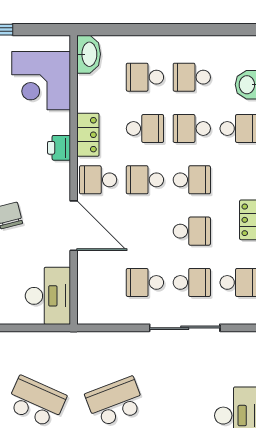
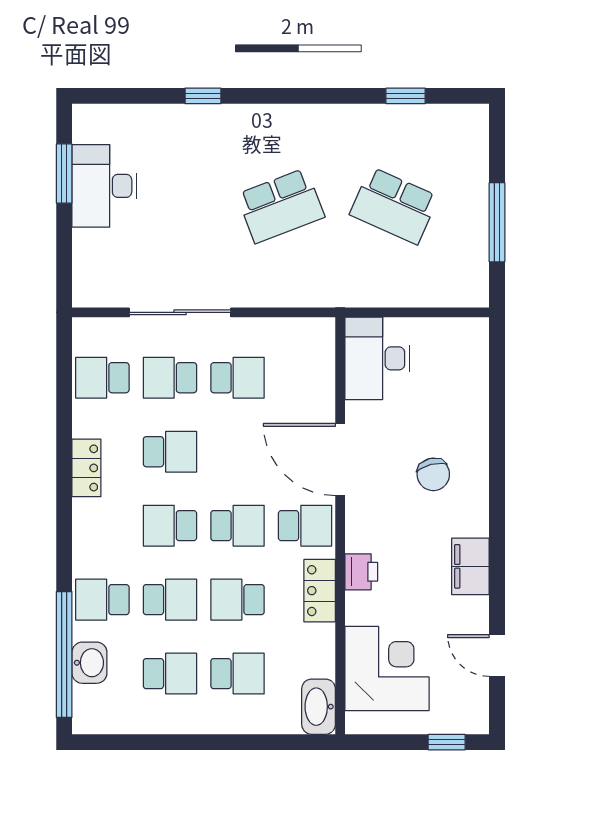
school desk: (192, 231) -> (170, 452), turned 180

